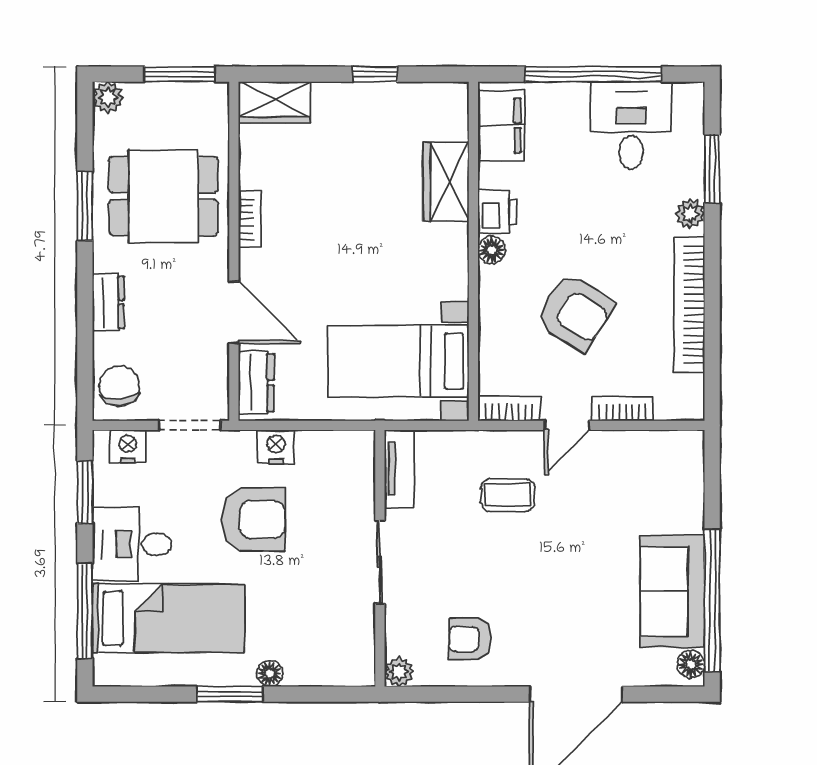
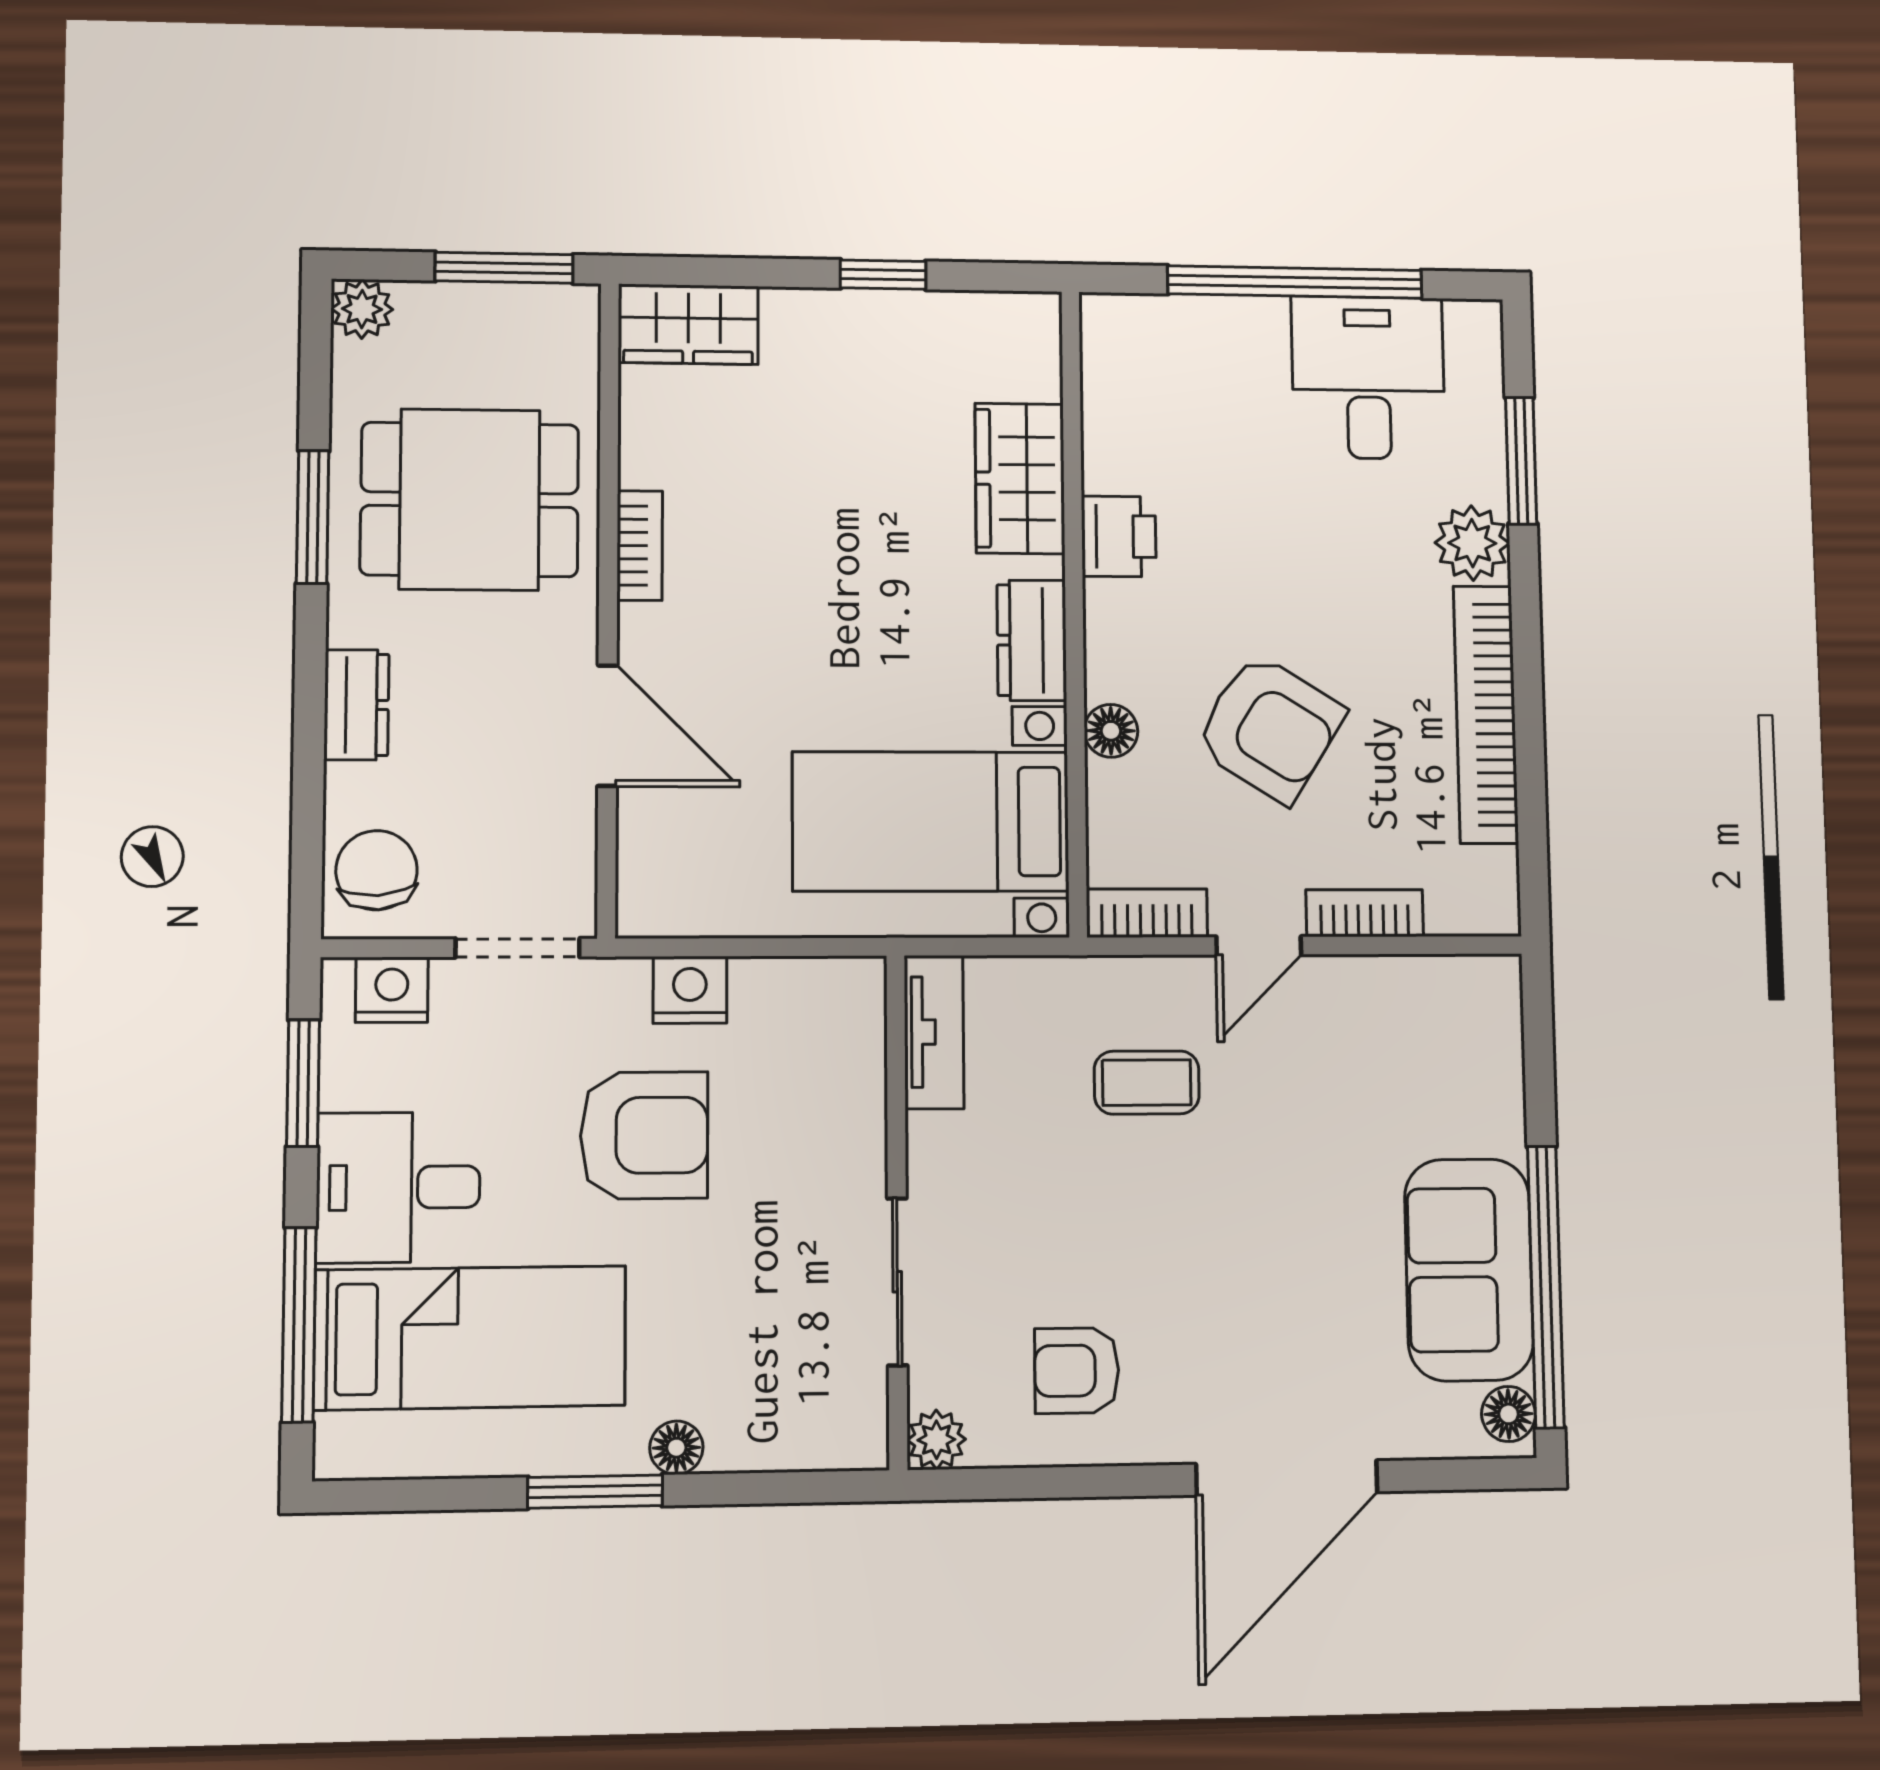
filing cabinet: (501, 125) -> (1124, 374), removed
plant: (690, 214) -> (1472, 543), width x1.38, depth x1.38
floor lamp: (492, 250) -> (1111, 731), moved
dresser: (256, 383) -> (1032, 640), moved, turned 180
sliding door: (380, 562) -> (897, 1282), moved

